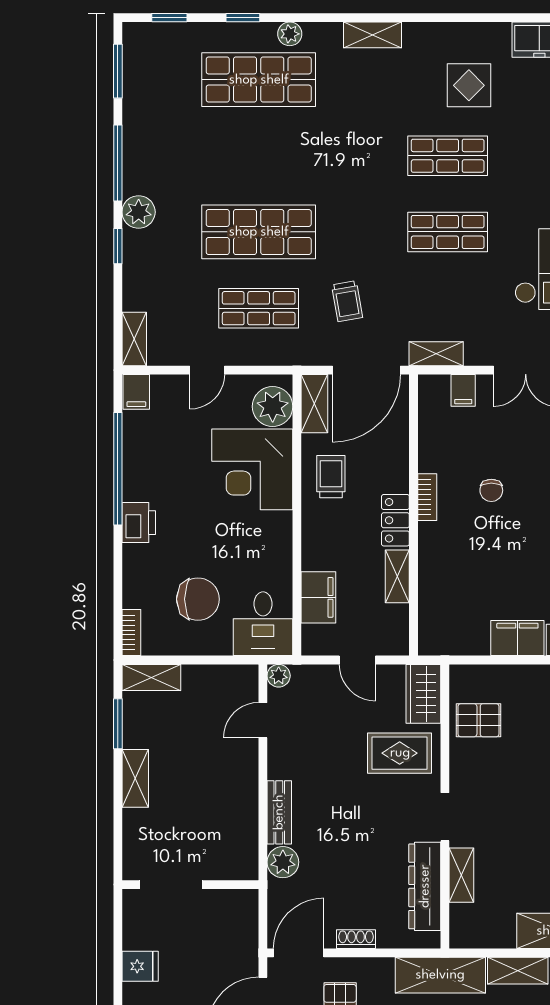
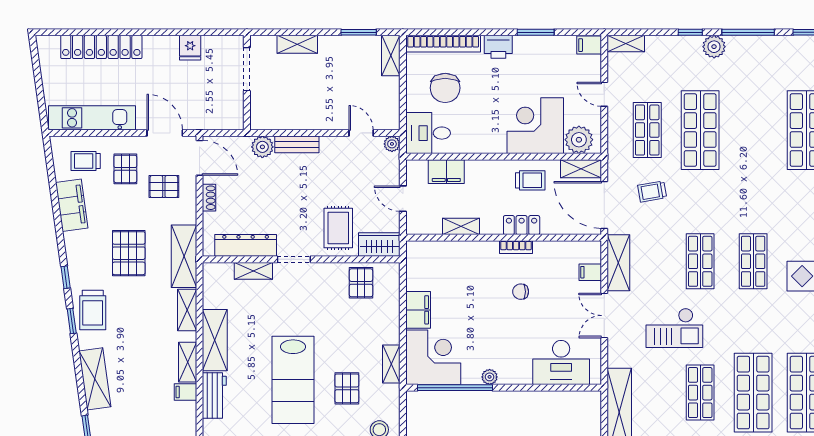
shelving: (436, 354) -> (618, 263), width x1.50, depth x1.33
window: (118, 469) -> (536, 32), width x0.47
locker: (395, 520) -> (522, 225), moved
bookcase: (131, 633) -> (443, 44), width x2.31, depth x1.31
door: (357, 660) -> (403, 199), hinge flipped
shelving: (135, 778) -> (297, 44), moved

